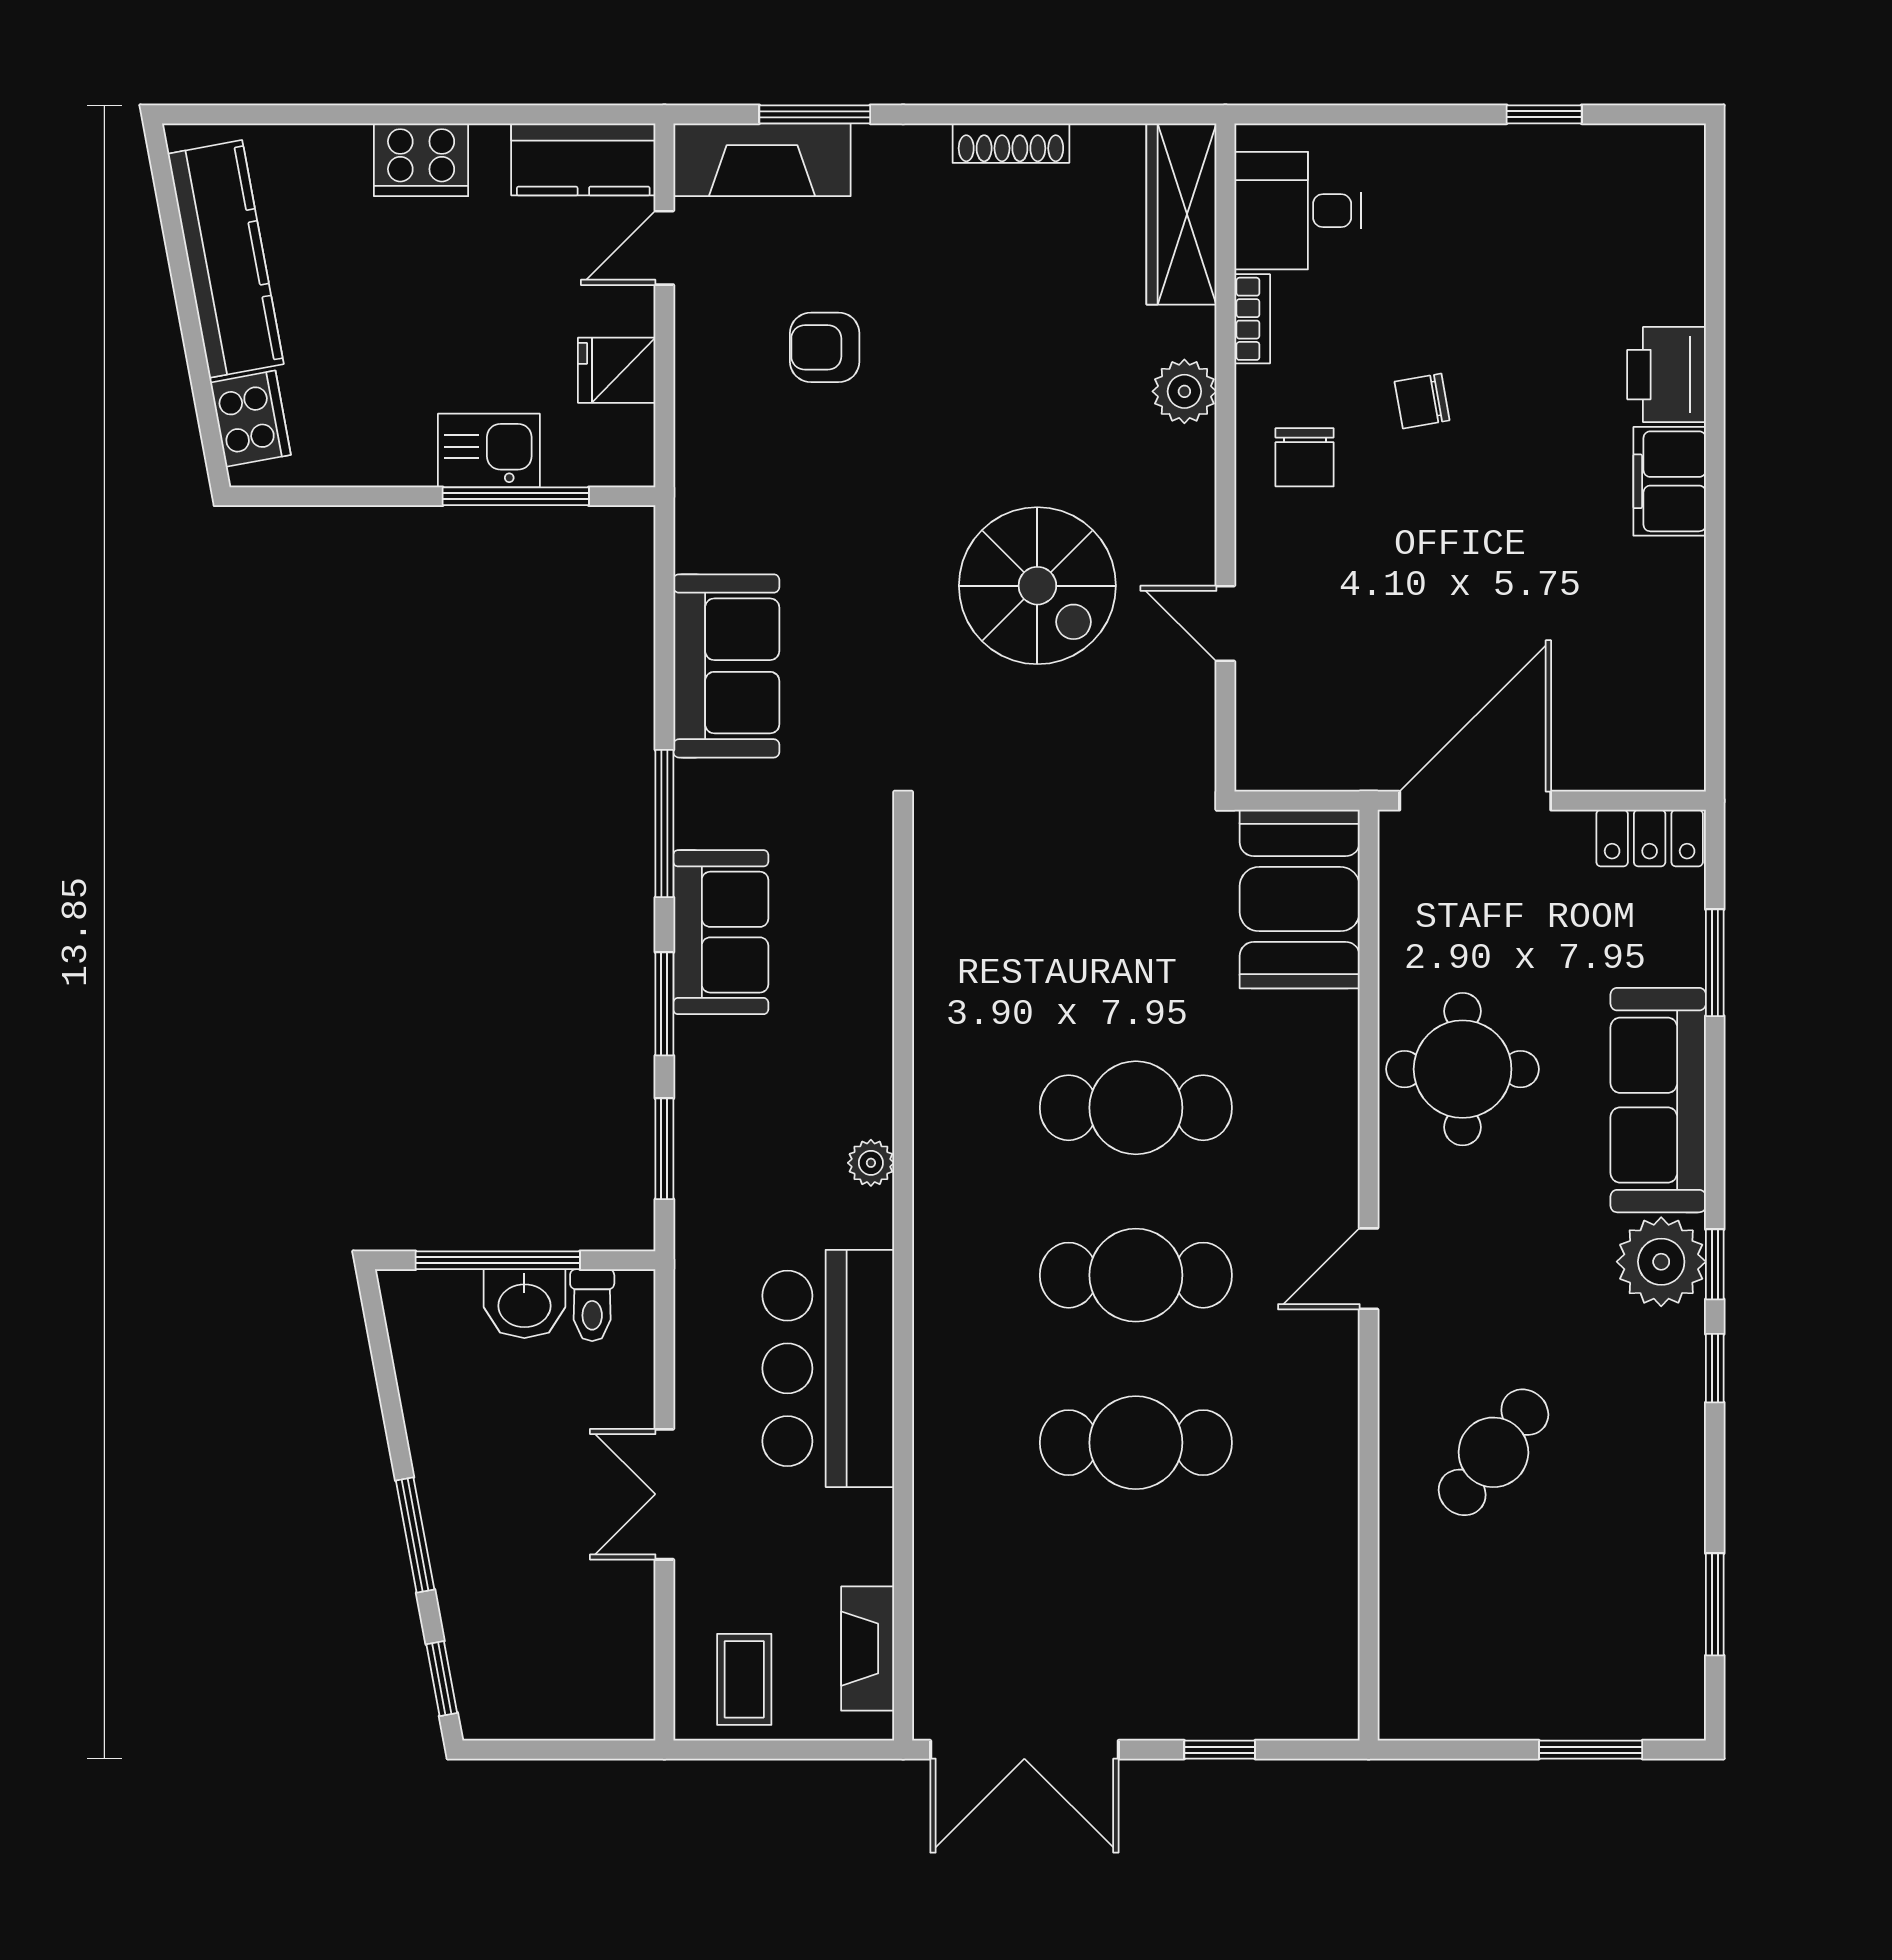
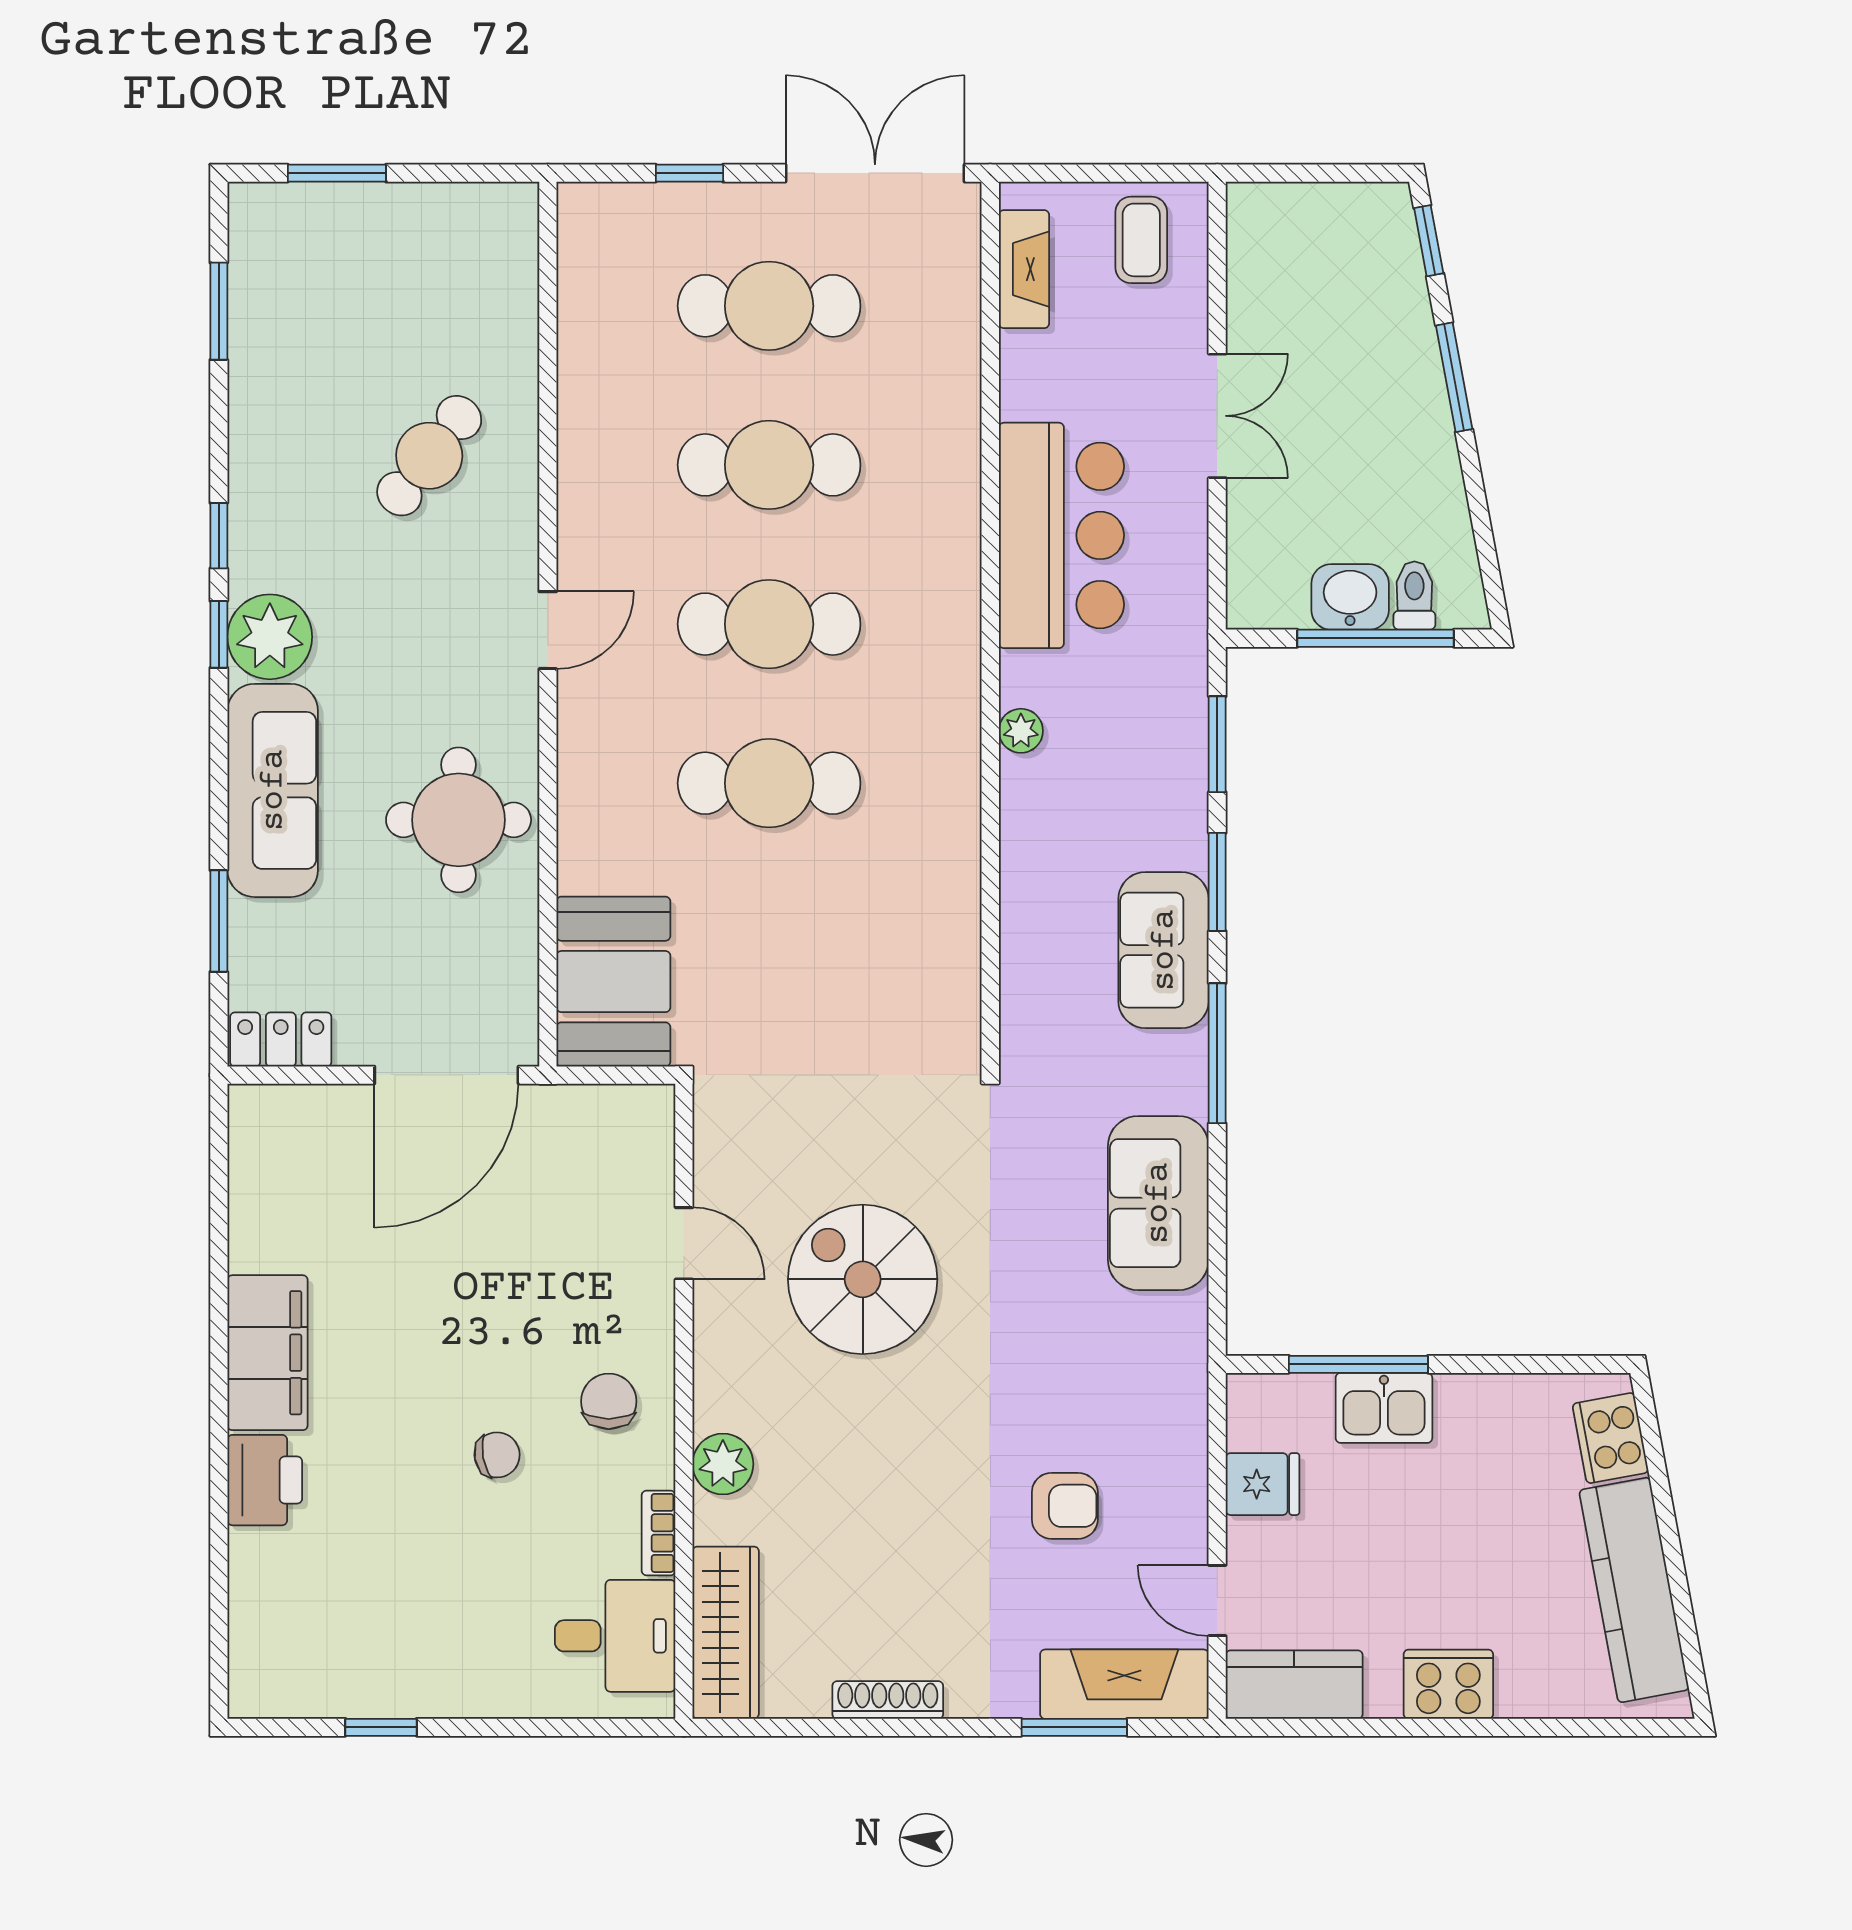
door: (664, 248) -> (1217, 1600), swing flipped
filing cabinet: (1670, 481) -> (268, 1353), width x1.50, depth x1.17
toilet: (592, 1305) -> (1414, 596), moved
cafe table: (1136, 1610) -> (769, 306), added

